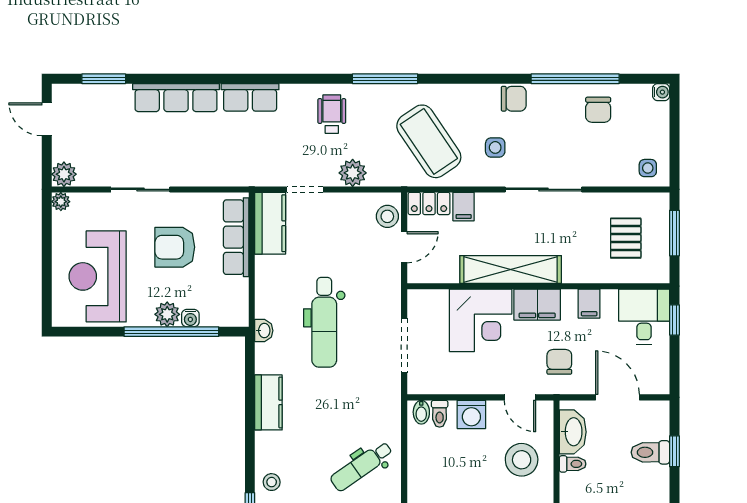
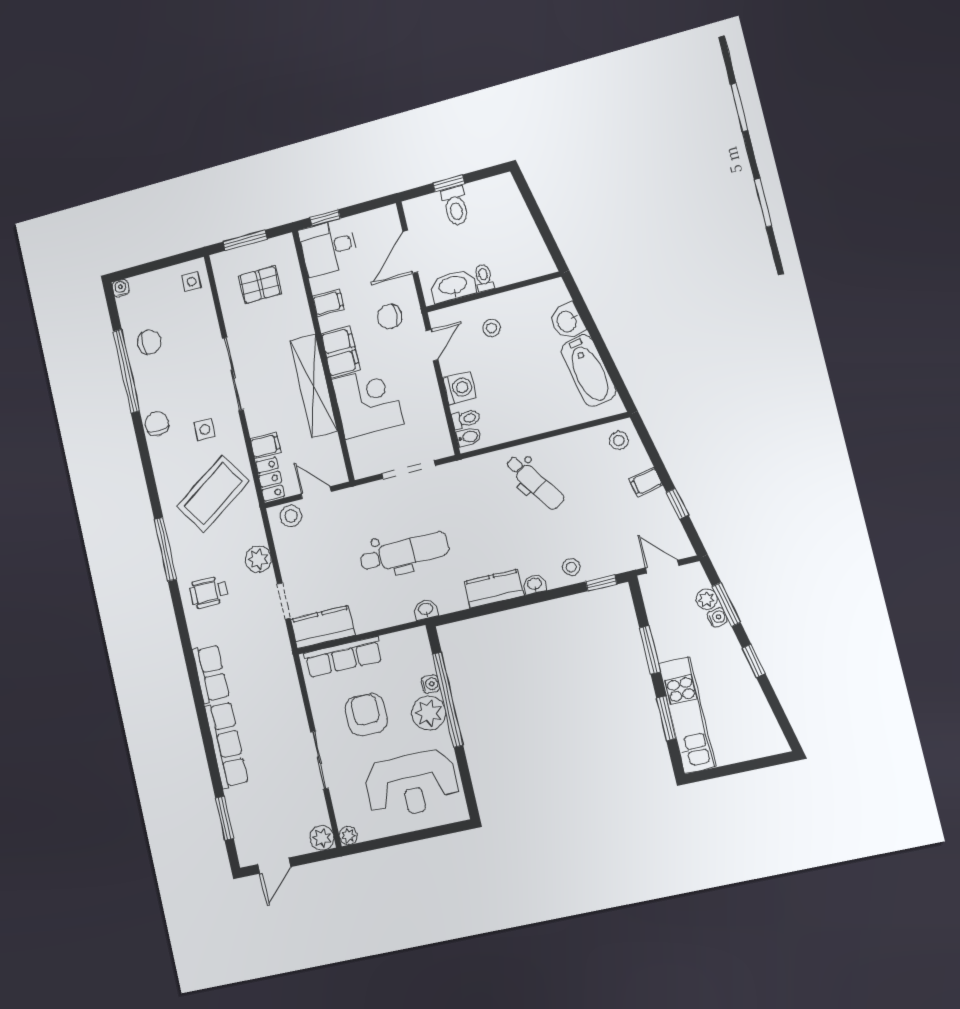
armchair: (175, 247) -> (366, 714), turned 180
plant: (167, 314) -> (429, 713), width x1.36, depth x1.36
washbasin: (263, 443) -> (534, 584), added
stool: (522, 460) -> (492, 328), width x0.53, depth x0.53

